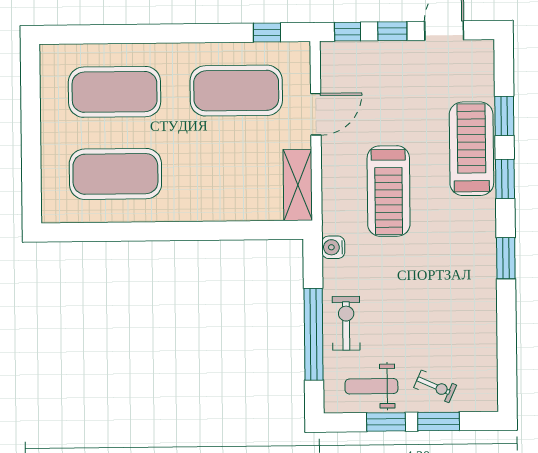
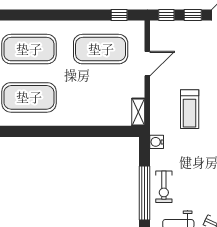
shelving: (298, 185) -> (138, 112), width x0.67, depth x0.75
treadmill: (389, 191) -> (190, 109), width x0.73, depth x0.73
exercise bike: (346, 323) -> (164, 187), turned 180

